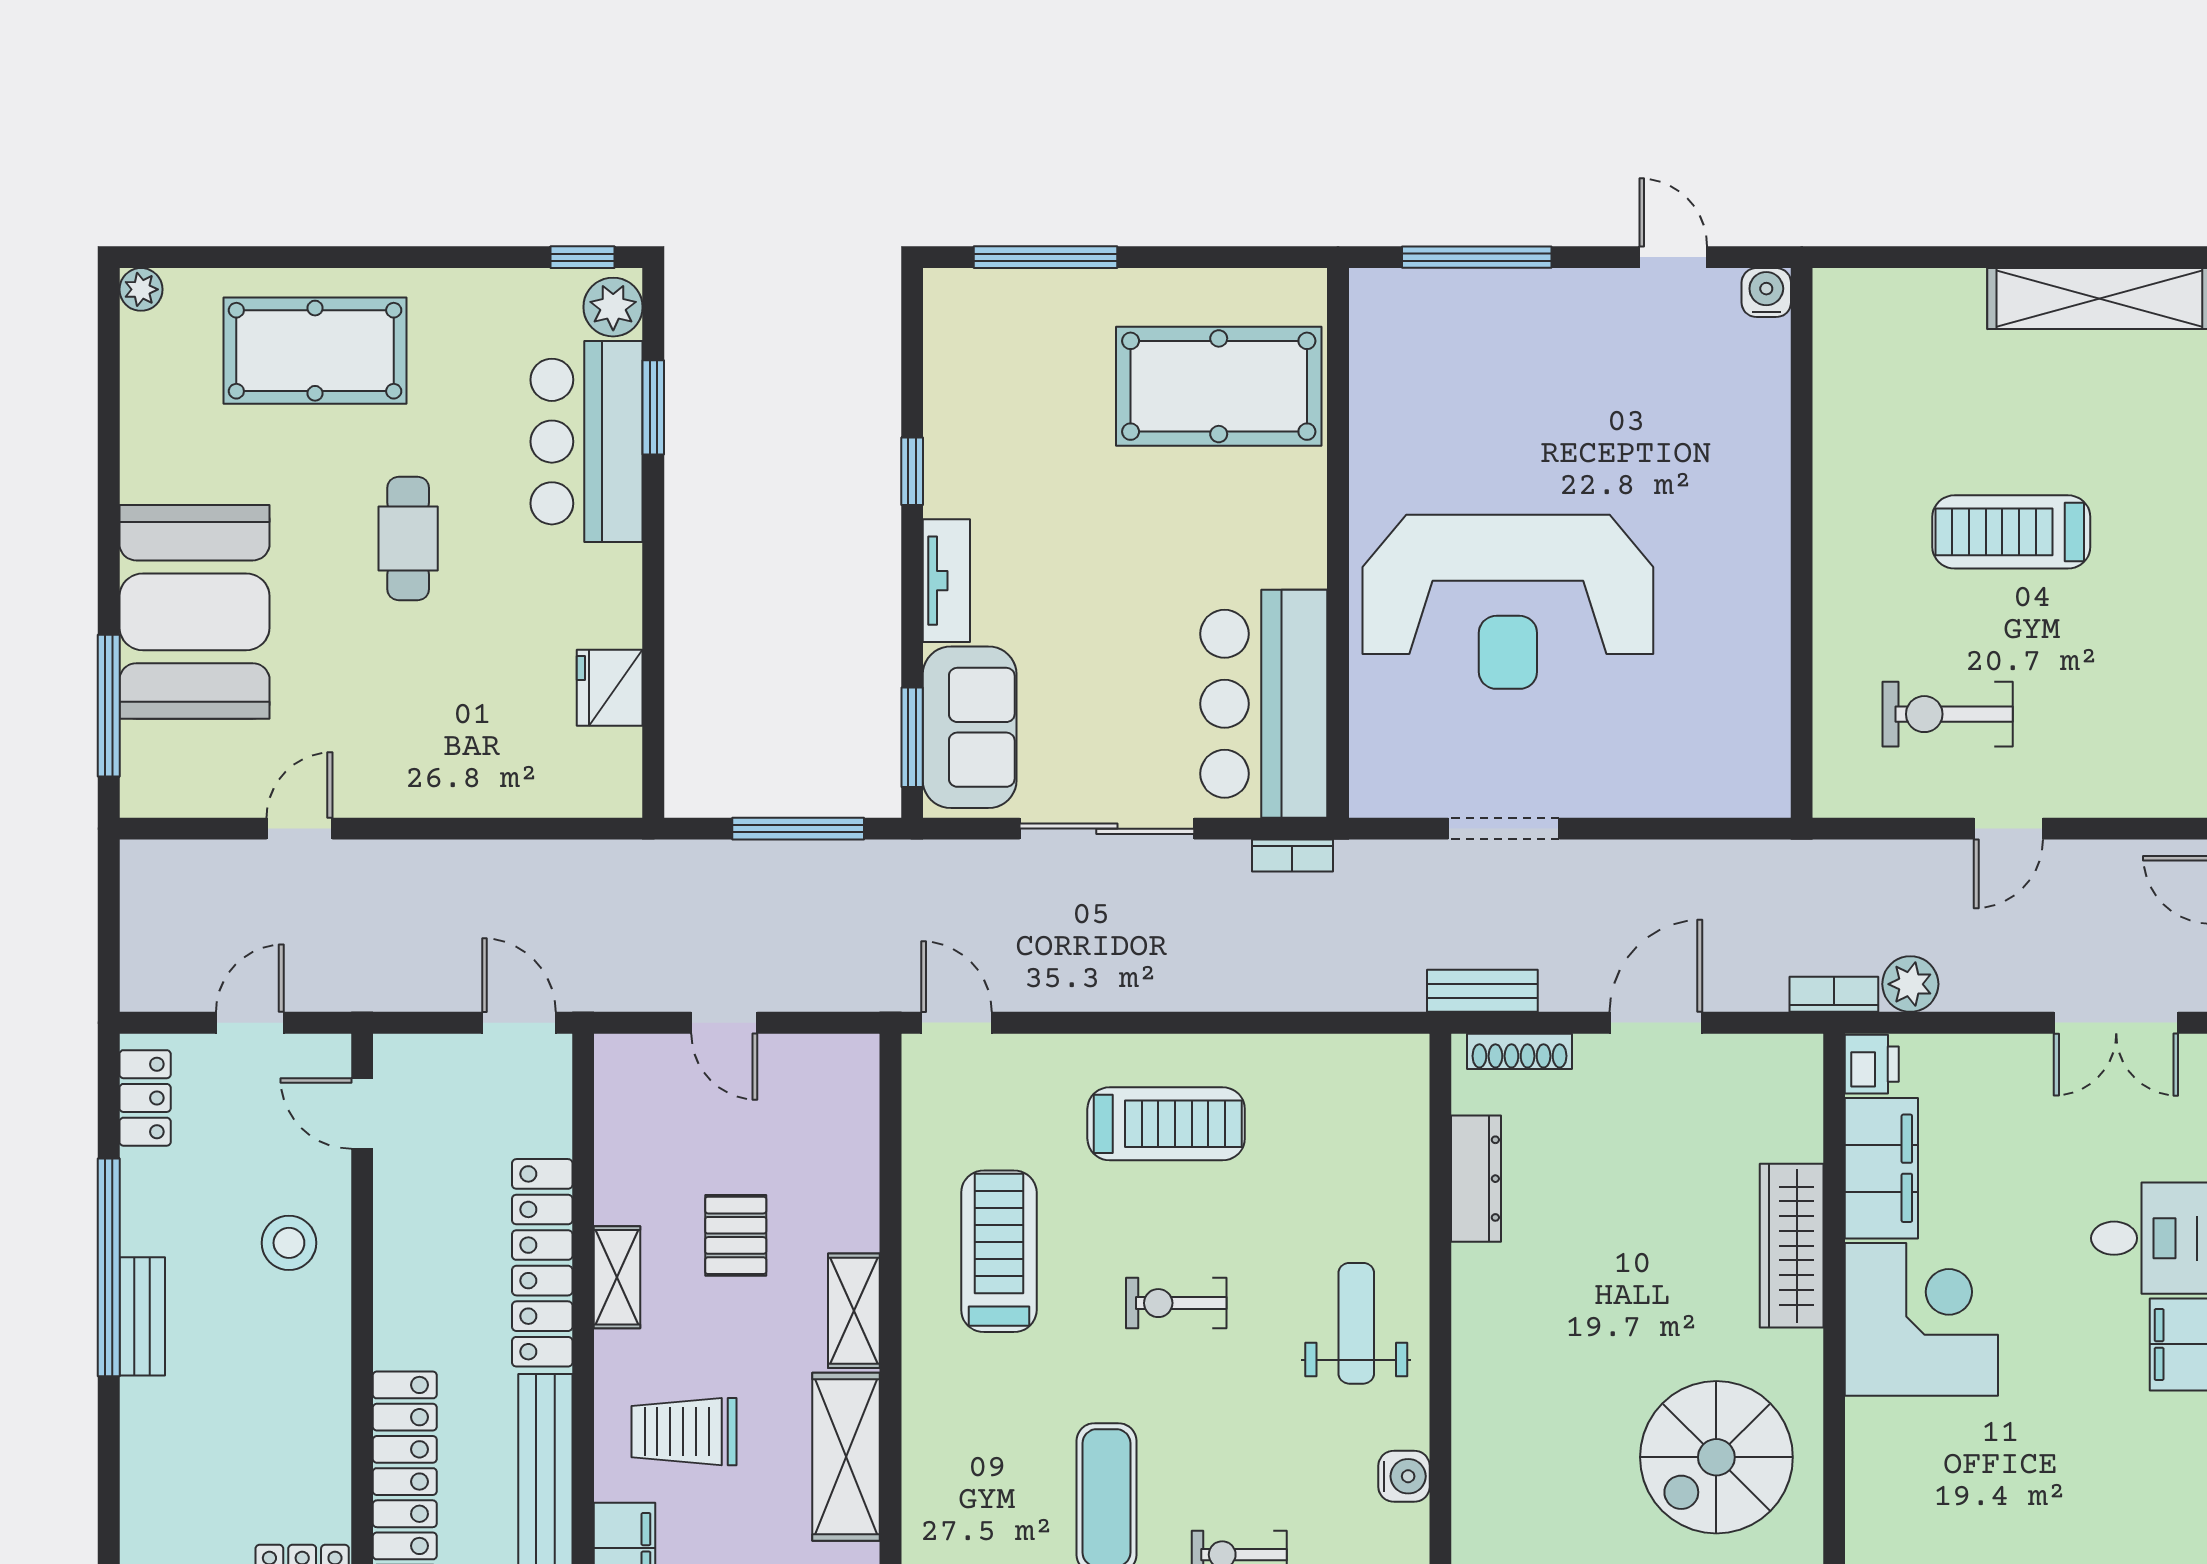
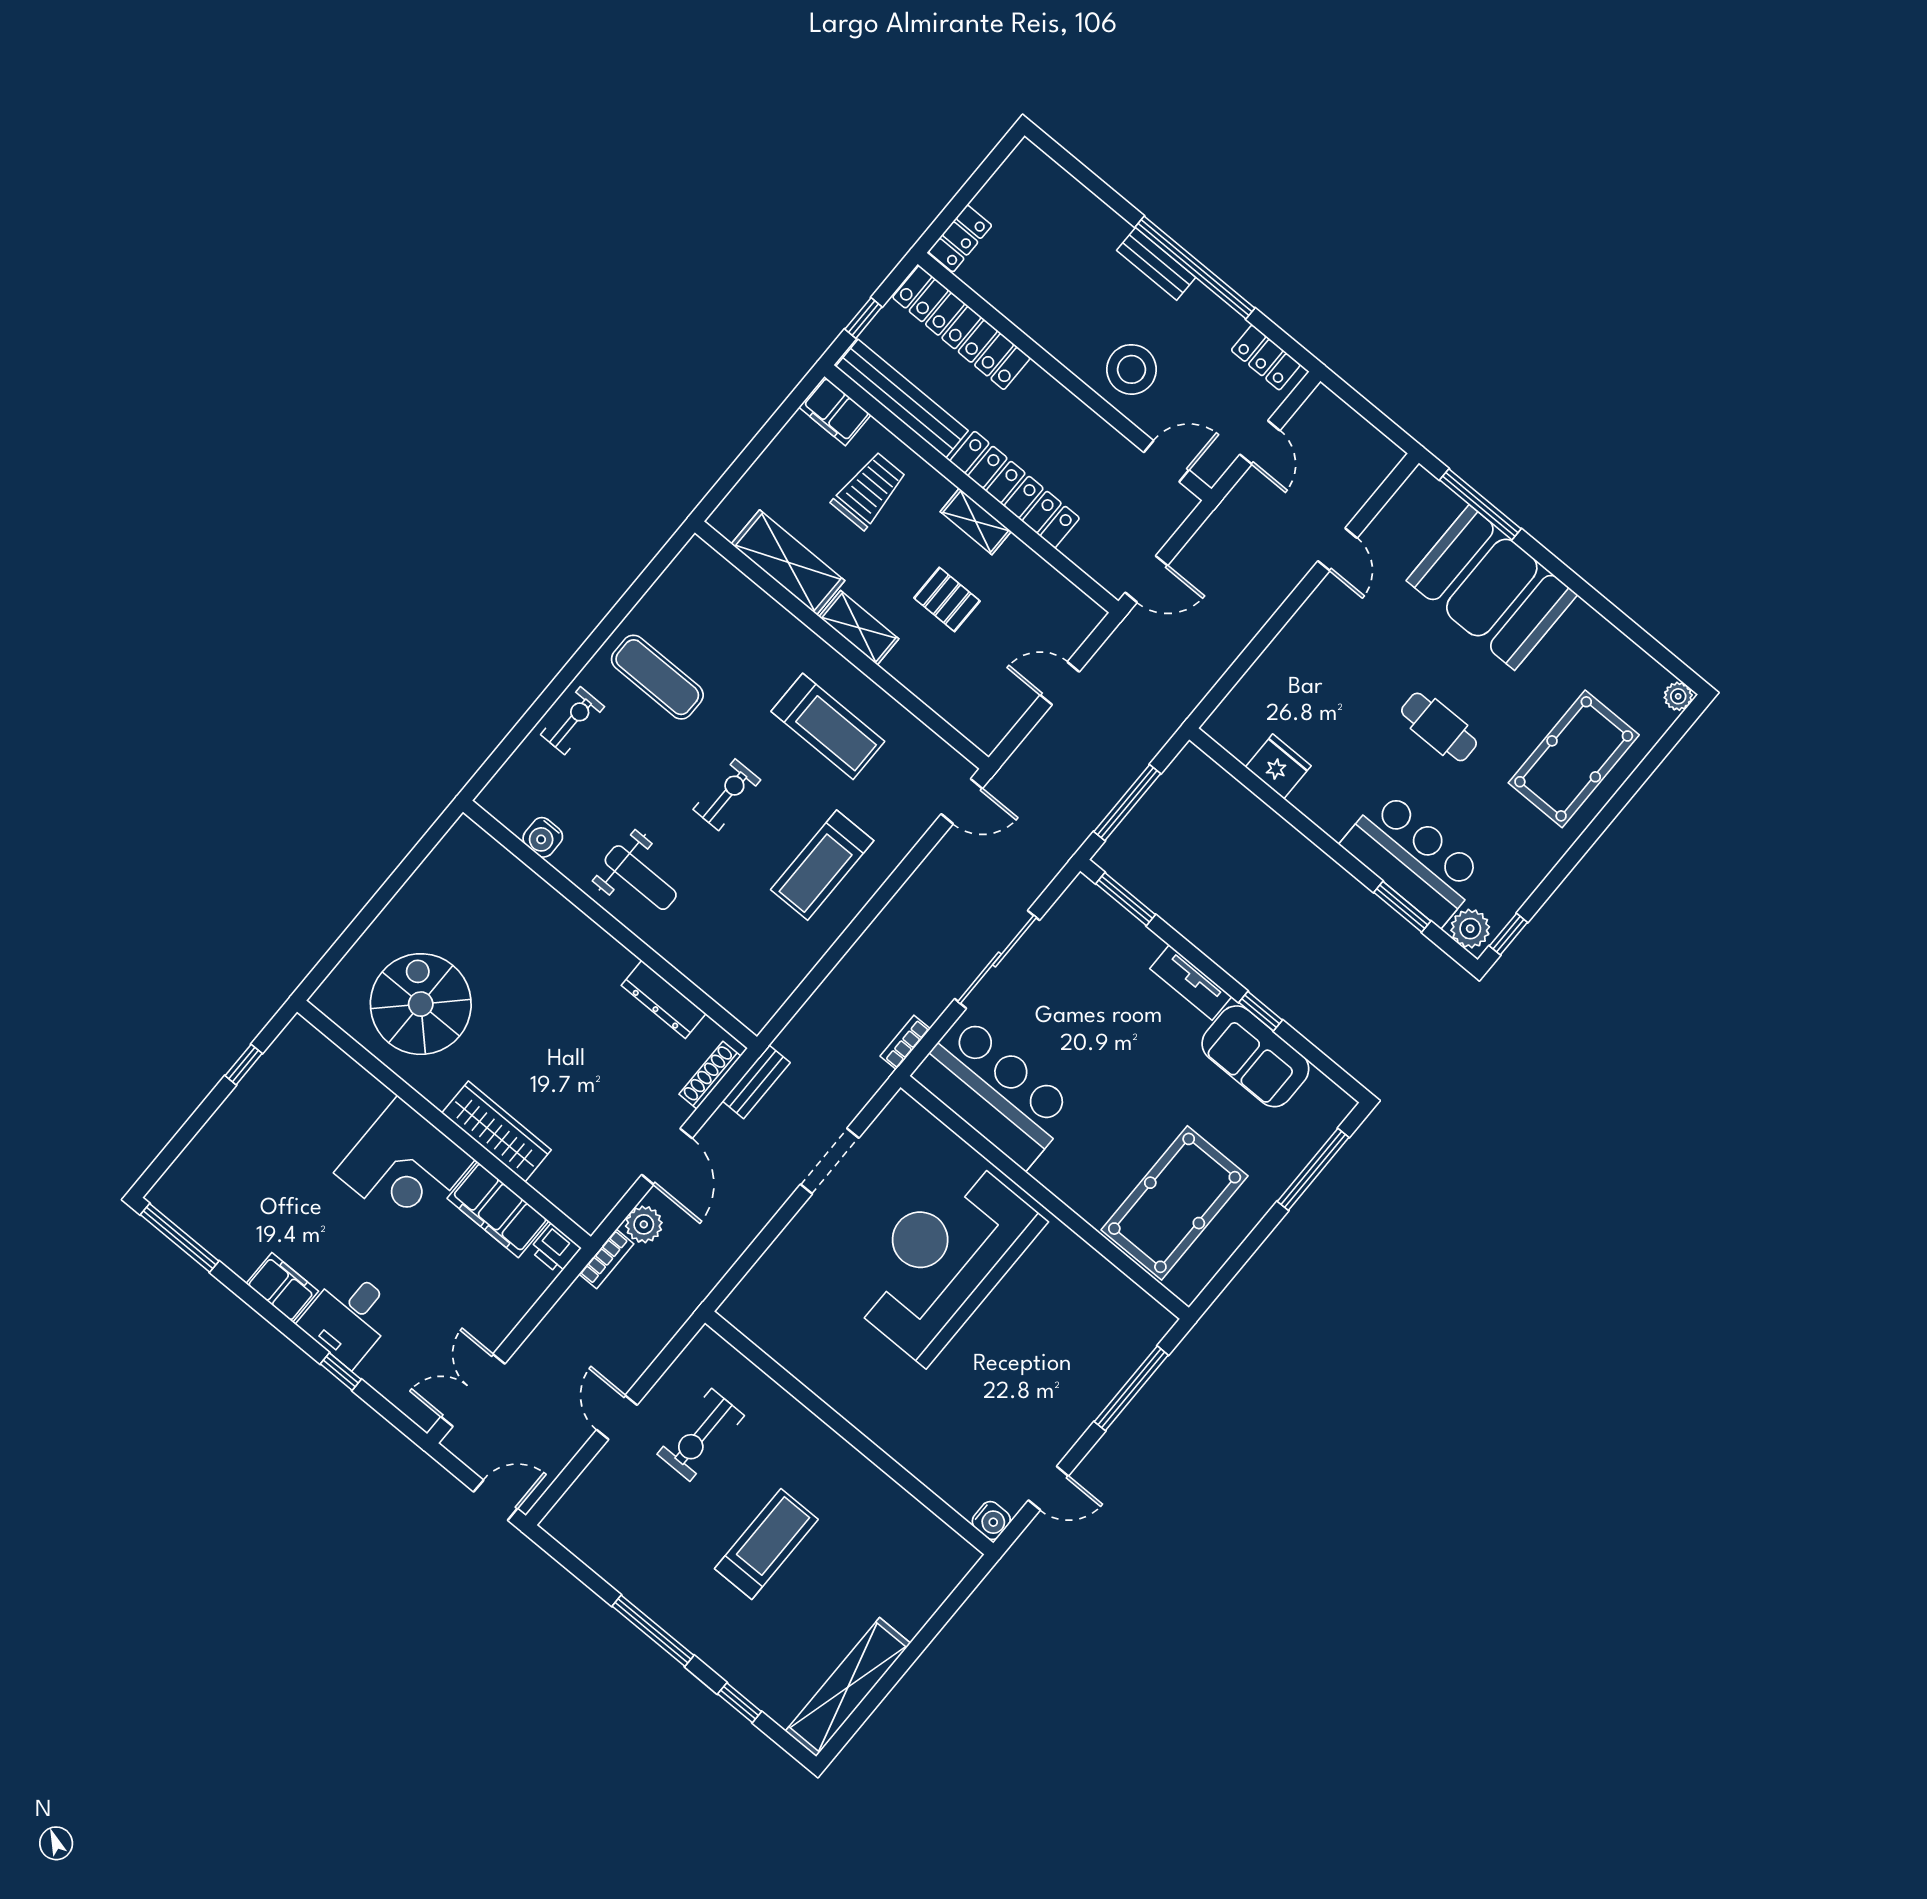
exercise bike: (1948, 714) -> (701, 1435), turned 180
sofa: (970, 727) -> (1255, 1056), moved
plant: (1910, 984) -> (644, 1224), moved
stool: (289, 1243) -> (1132, 369), width x1.38, depth x1.38

